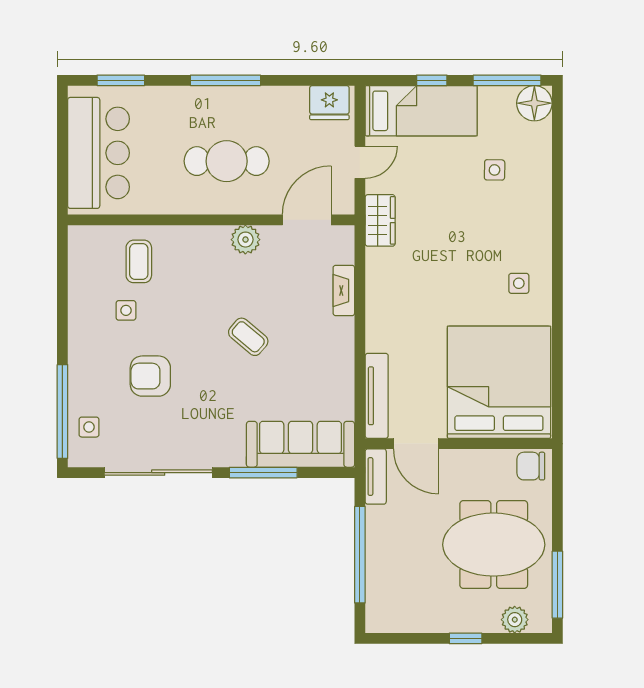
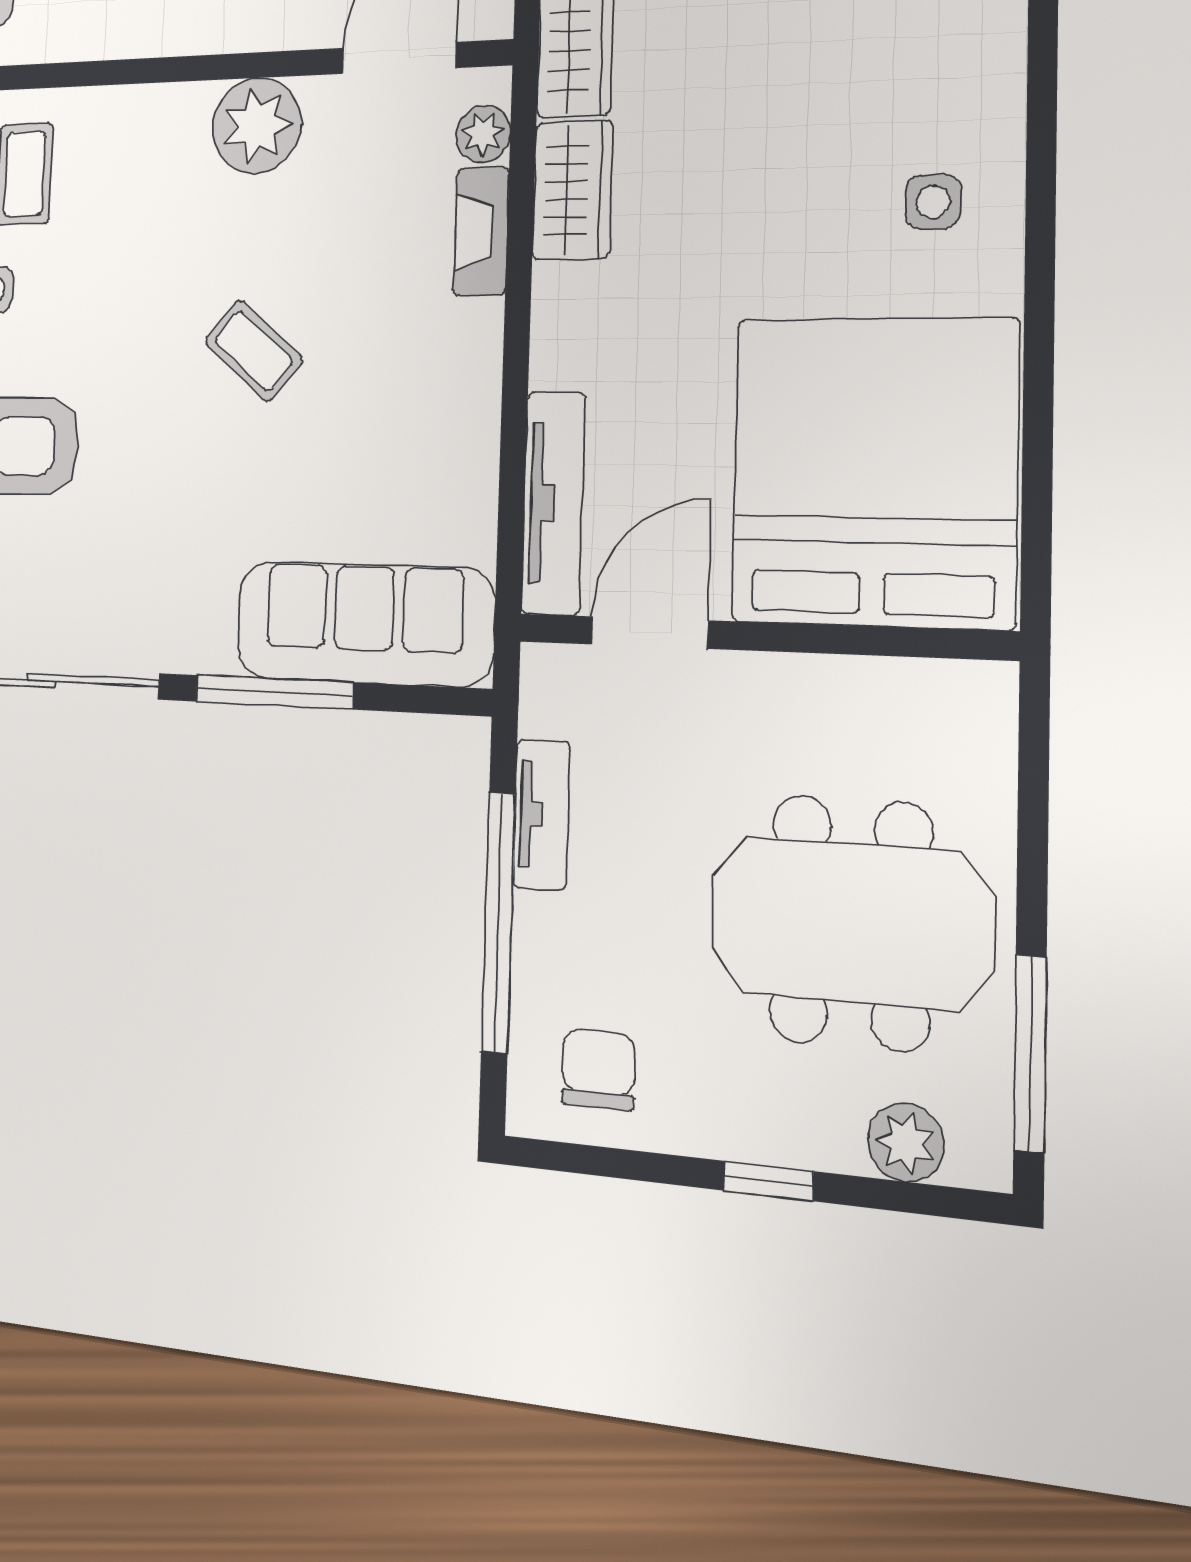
plant: (245, 240) -> (257, 126), width x1.36, depth x1.36
plant: (343, 252) -> (483, 134), added
wardrobe: (381, 275) -> (572, 190), added
door: (416, 444) -> (649, 632), swing flipped
chair: (531, 466) -> (599, 1069), moved, turned 90
tv unit: (376, 477) -> (541, 815), moved

